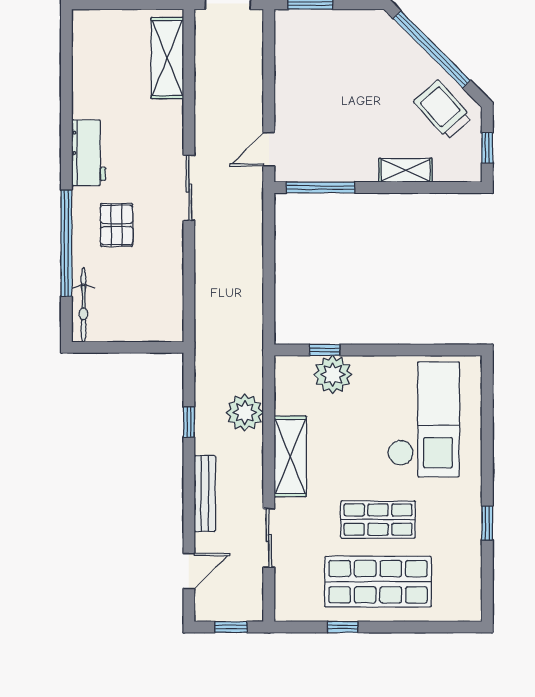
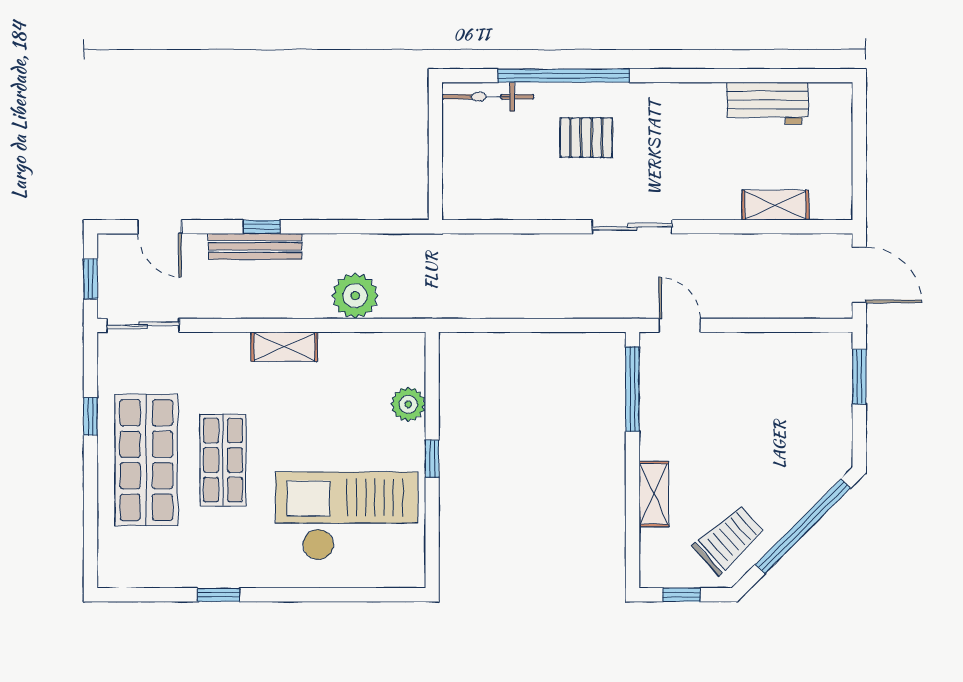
shelving: (167, 58) -> (775, 205), width x0.67, depth x0.75
workbench: (89, 153) -> (768, 103), moved
window: (325, 350) -> (432, 459), moved
plant: (333, 375) -> (408, 404), width x0.73, depth x0.73
checkout: (424, 419) -> (347, 516), turned 180
window: (189, 422) -> (262, 227), moved
shelving: (290, 456) -> (284, 347), width x0.67, depth x0.75
sliding door: (269, 538) -> (143, 325), moved

